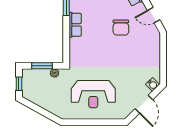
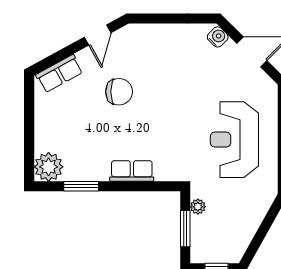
row of seats: (75, 25) -> (132, 171), moved
reception desk: (93, 94) -> (234, 140), turned 180

